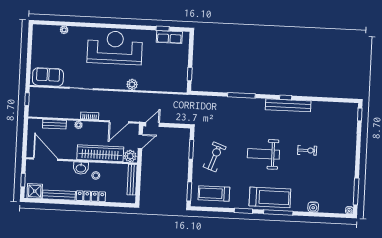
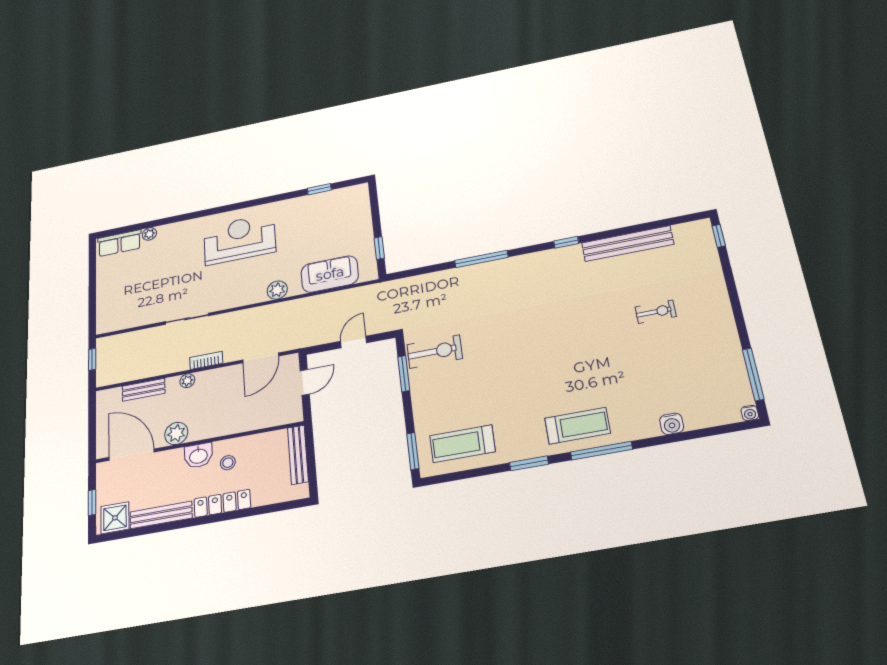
row of seats: (169, 37) -> (119, 243), moved
reception desk: (115, 48) -> (240, 239), width x0.74, depth x0.77
sofa: (48, 77) -> (330, 274), moved
bench: (288, 105) -> (628, 244), moved
door: (153, 125) -> (354, 342), moved
exercise bike: (307, 150) -> (656, 312), moved
wardrobe: (100, 153) -> (232, 421), removed
weight bench: (263, 154) -> (546, 349), removed
plant: (130, 156) -> (176, 433), moved
exercise bike: (215, 157) -> (435, 352), moved, turned 70
treadmill: (270, 197) -> (578, 426), width x0.73, depth x0.73

